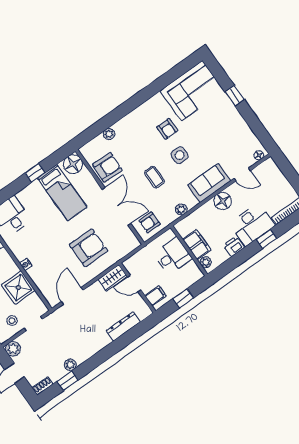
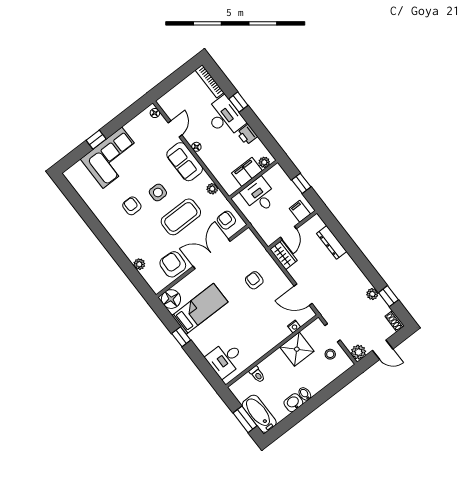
corner sofa: (192, 91) -> (112, 158), moved, turned 90
armchair: (167, 129) -> (132, 206), turned -90
coffee table: (154, 177) -> (181, 217), width x1.86, depth x1.72
floor lamp: (223, 201) -> (196, 147), width x0.53, depth x0.53
armchair: (150, 222) -> (226, 220), turned 180
armchair: (89, 248) -> (254, 280), width x0.53, depth x0.53
nightstand: (26, 264) -> (294, 326), moved

